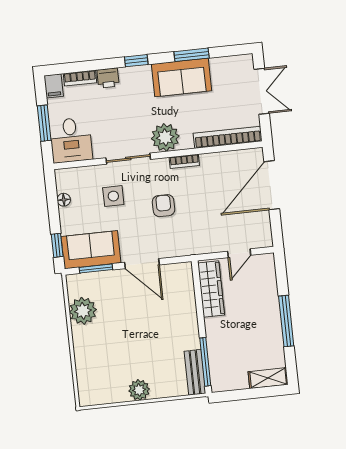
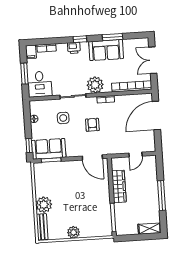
printer: (108, 78) -> (74, 48), moved
double door: (262, 91) -> (153, 60), swing flipped
door: (142, 264) -> (92, 157), moved
wardrobe: (211, 289) -> (119, 186), moved
plant: (83, 311) -> (44, 205), moved
bench: (195, 372) -> (42, 227), moved

